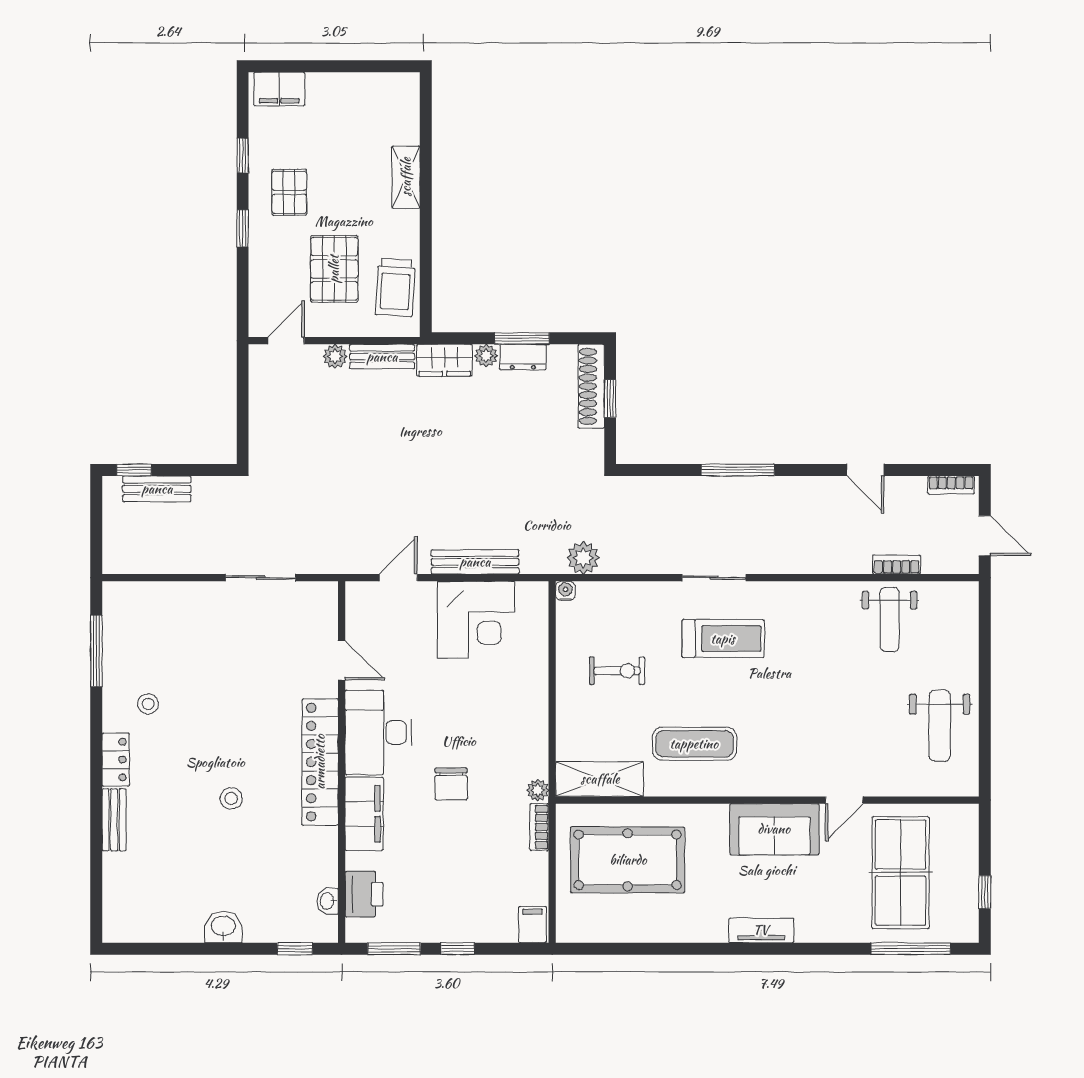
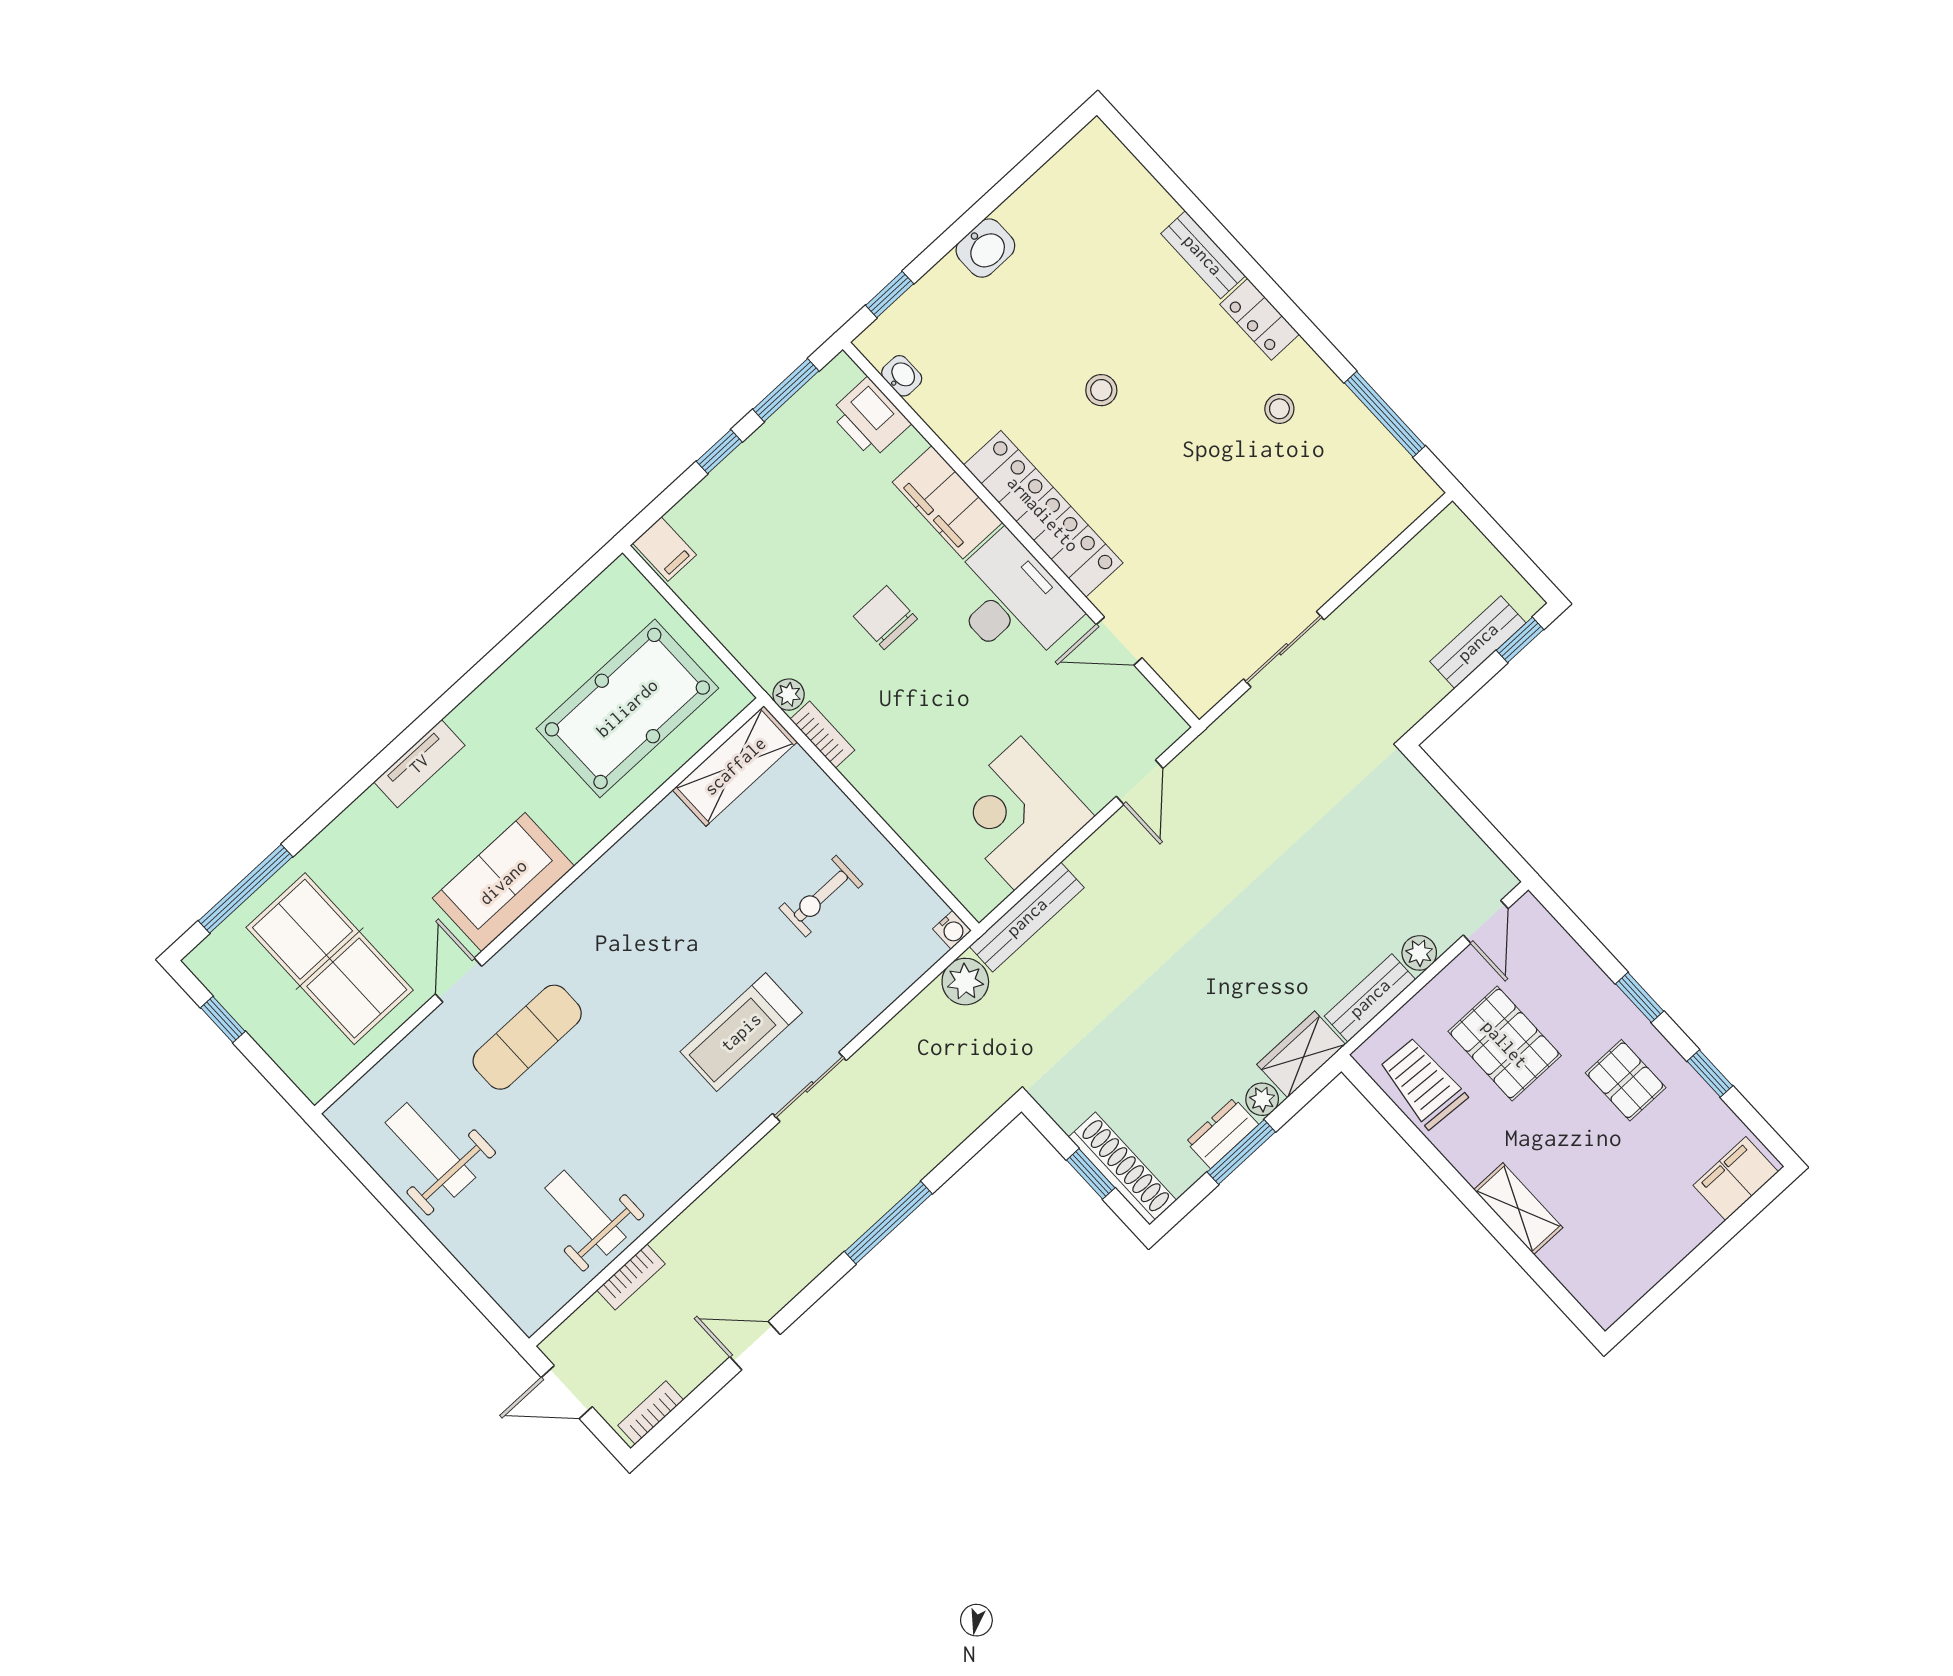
bench: (475, 562) -> (1027, 917), moved
exercise mat: (694, 744) -> (527, 1037), moved
bookcase: (539, 827) -> (822, 735), moved

